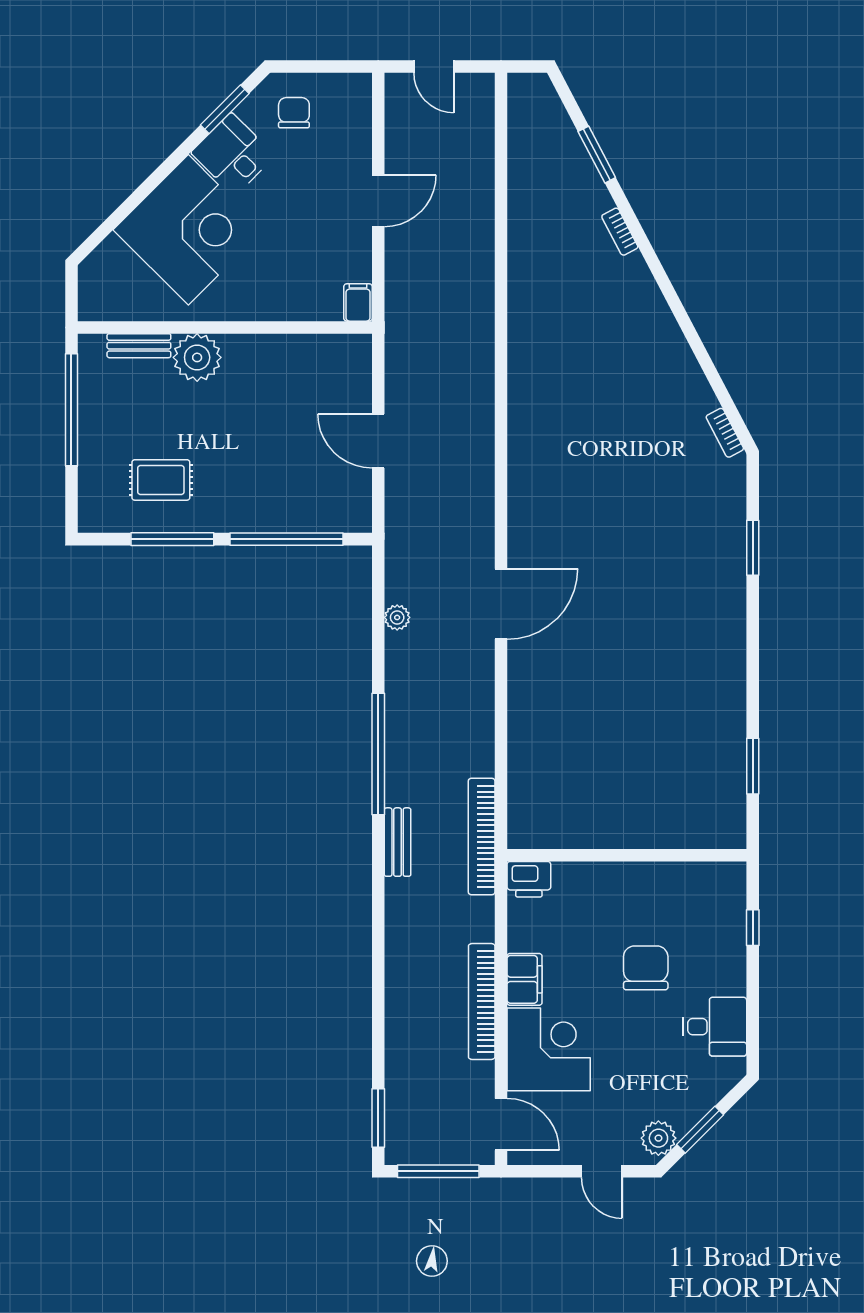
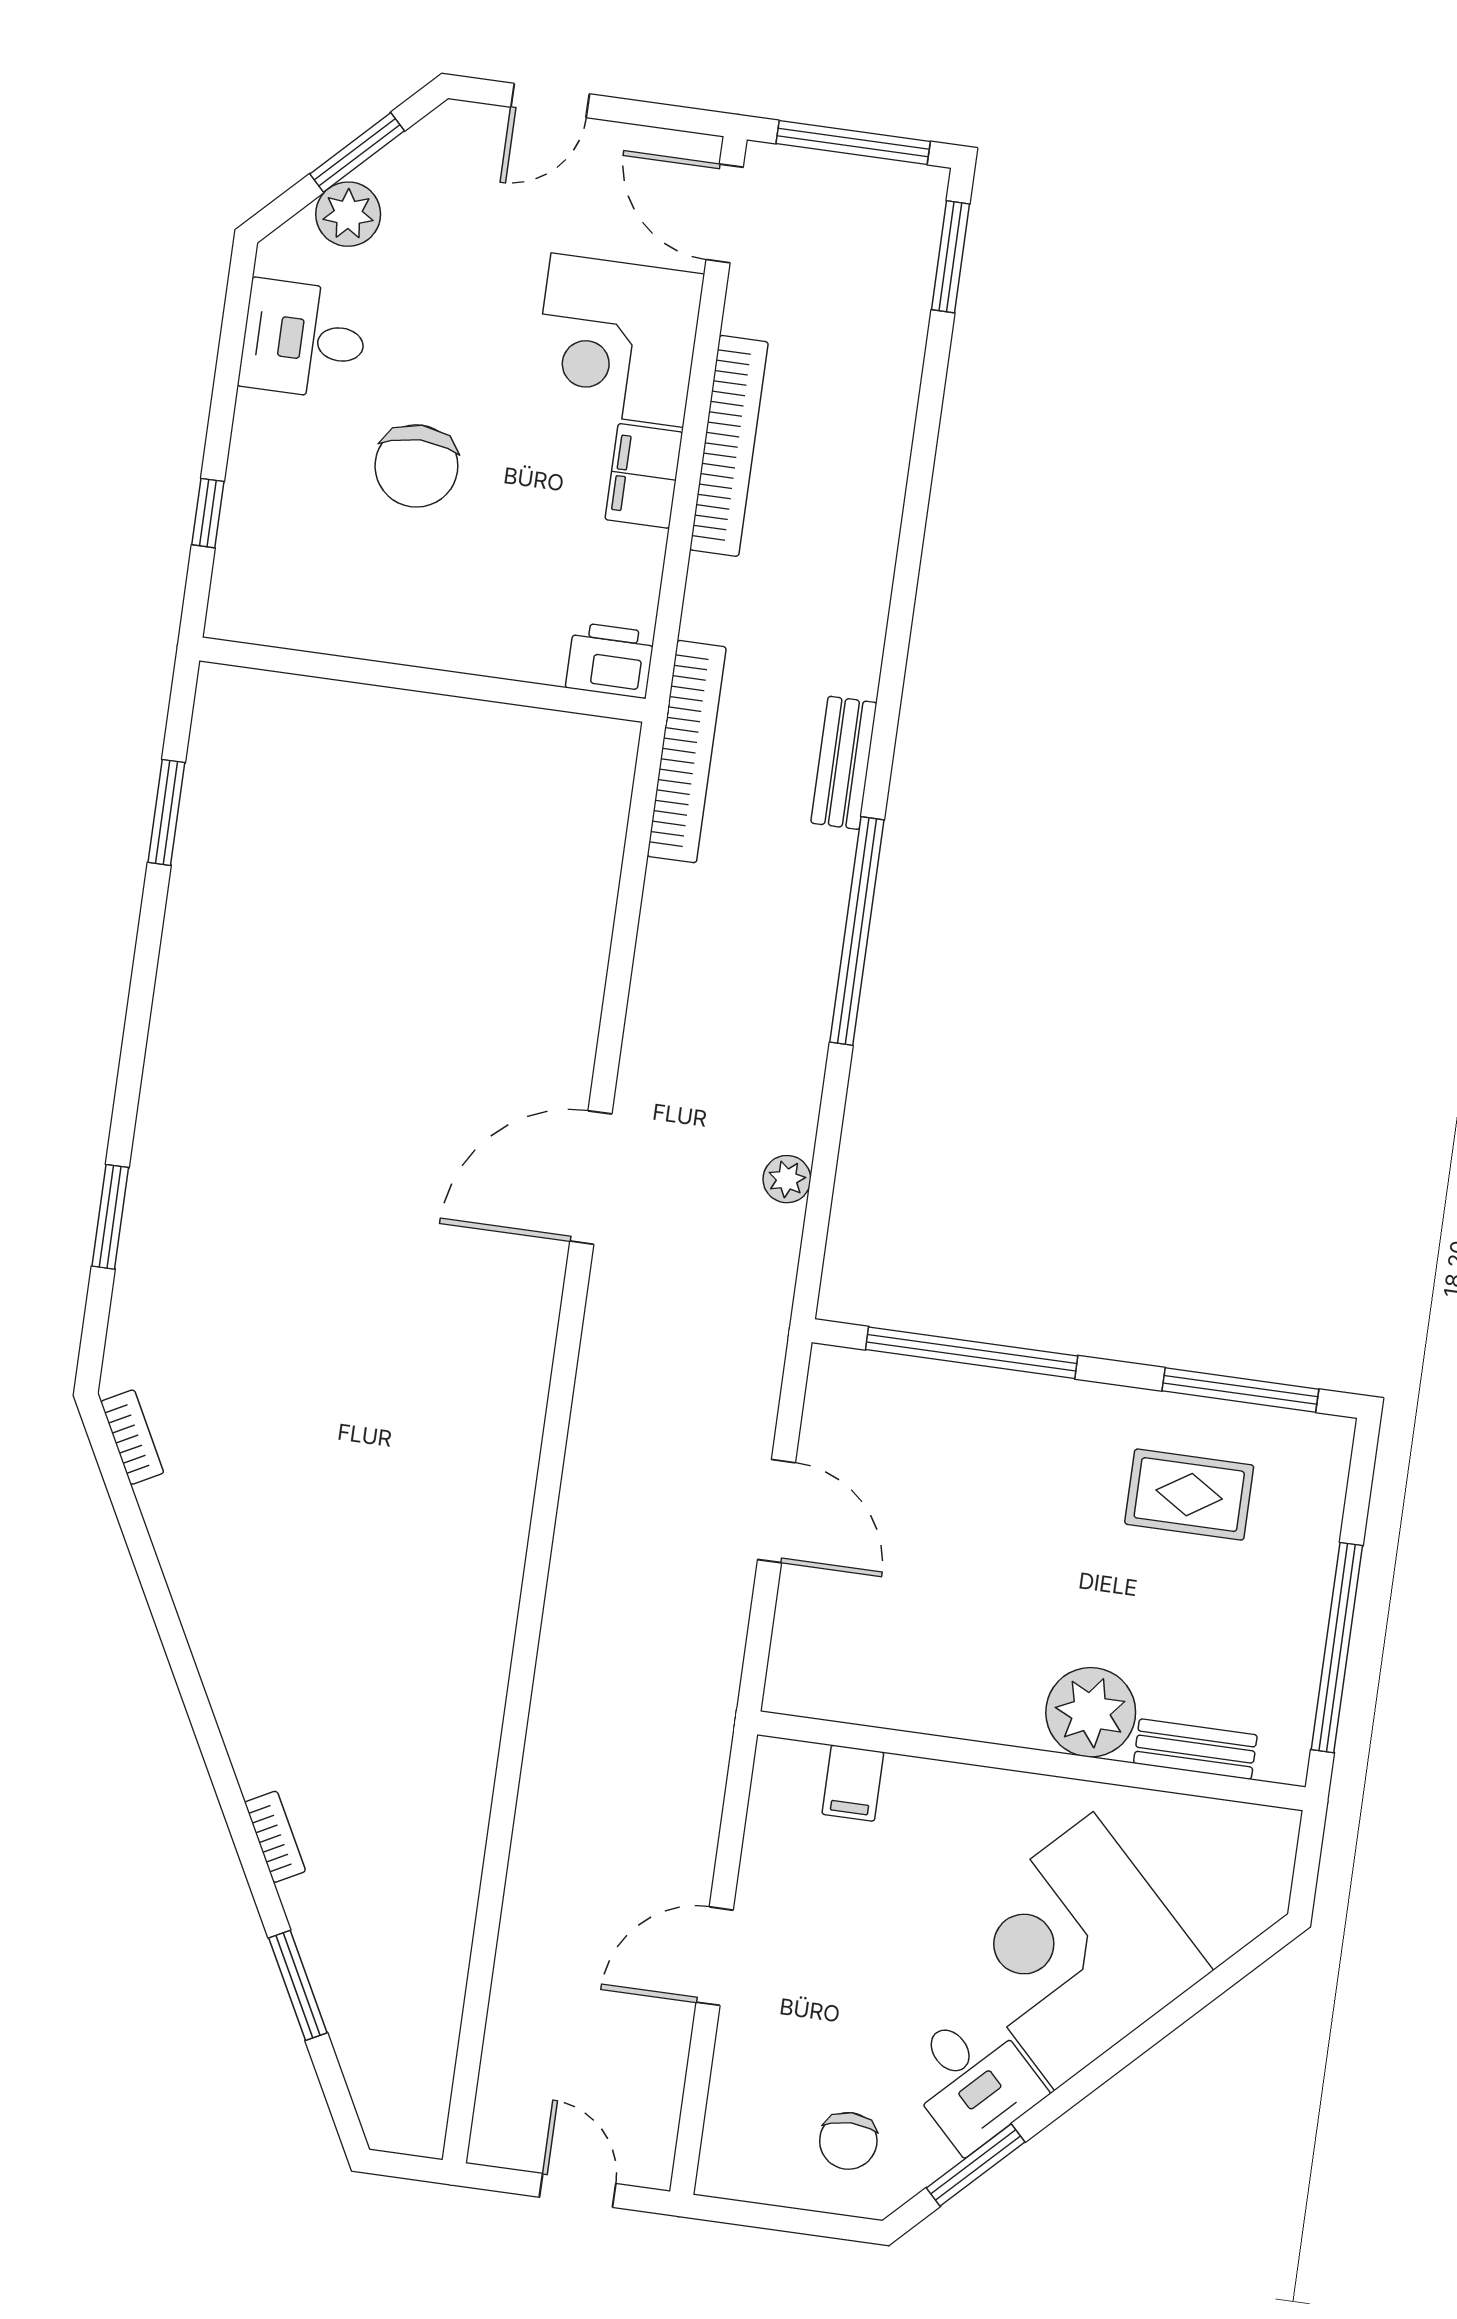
filing cabinet: (358, 302) -> (853, 1783), moved
window: (172, 539) -> (1240, 1390), moved
plant: (658, 1138) -> (348, 214), moved
door: (602, 1171) -> (550, 101), swing flipped

